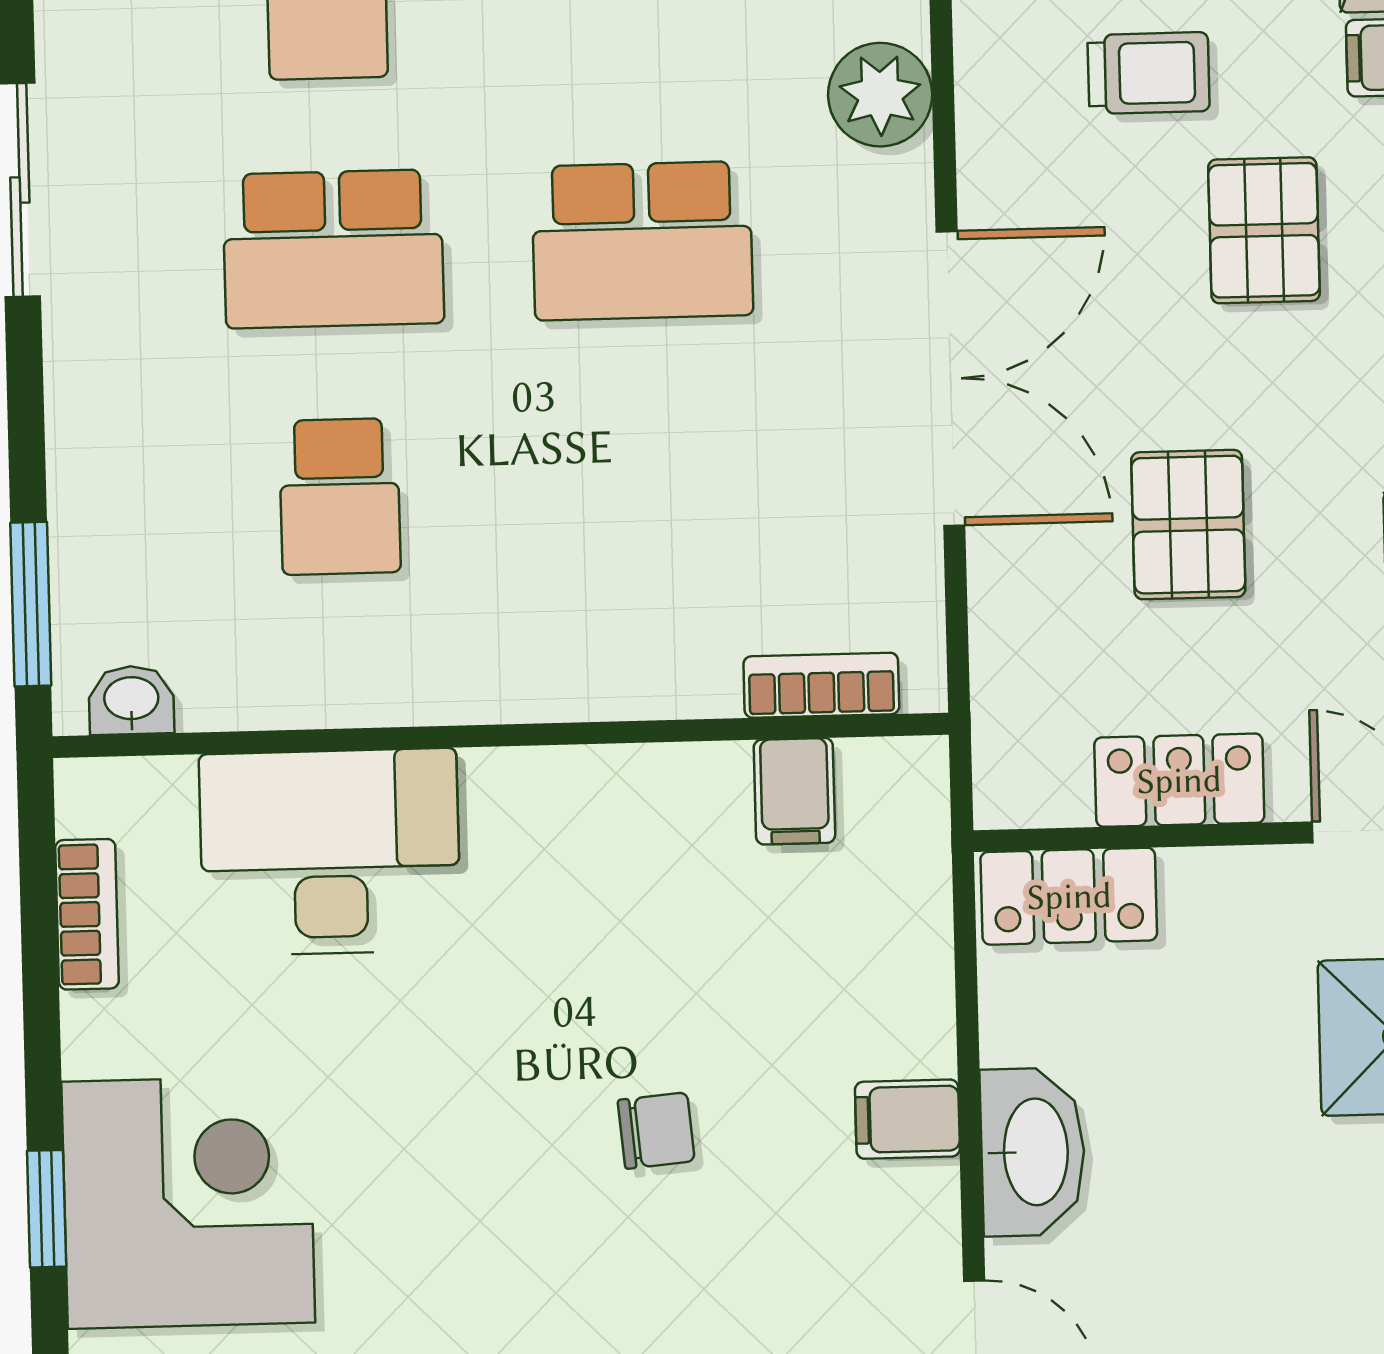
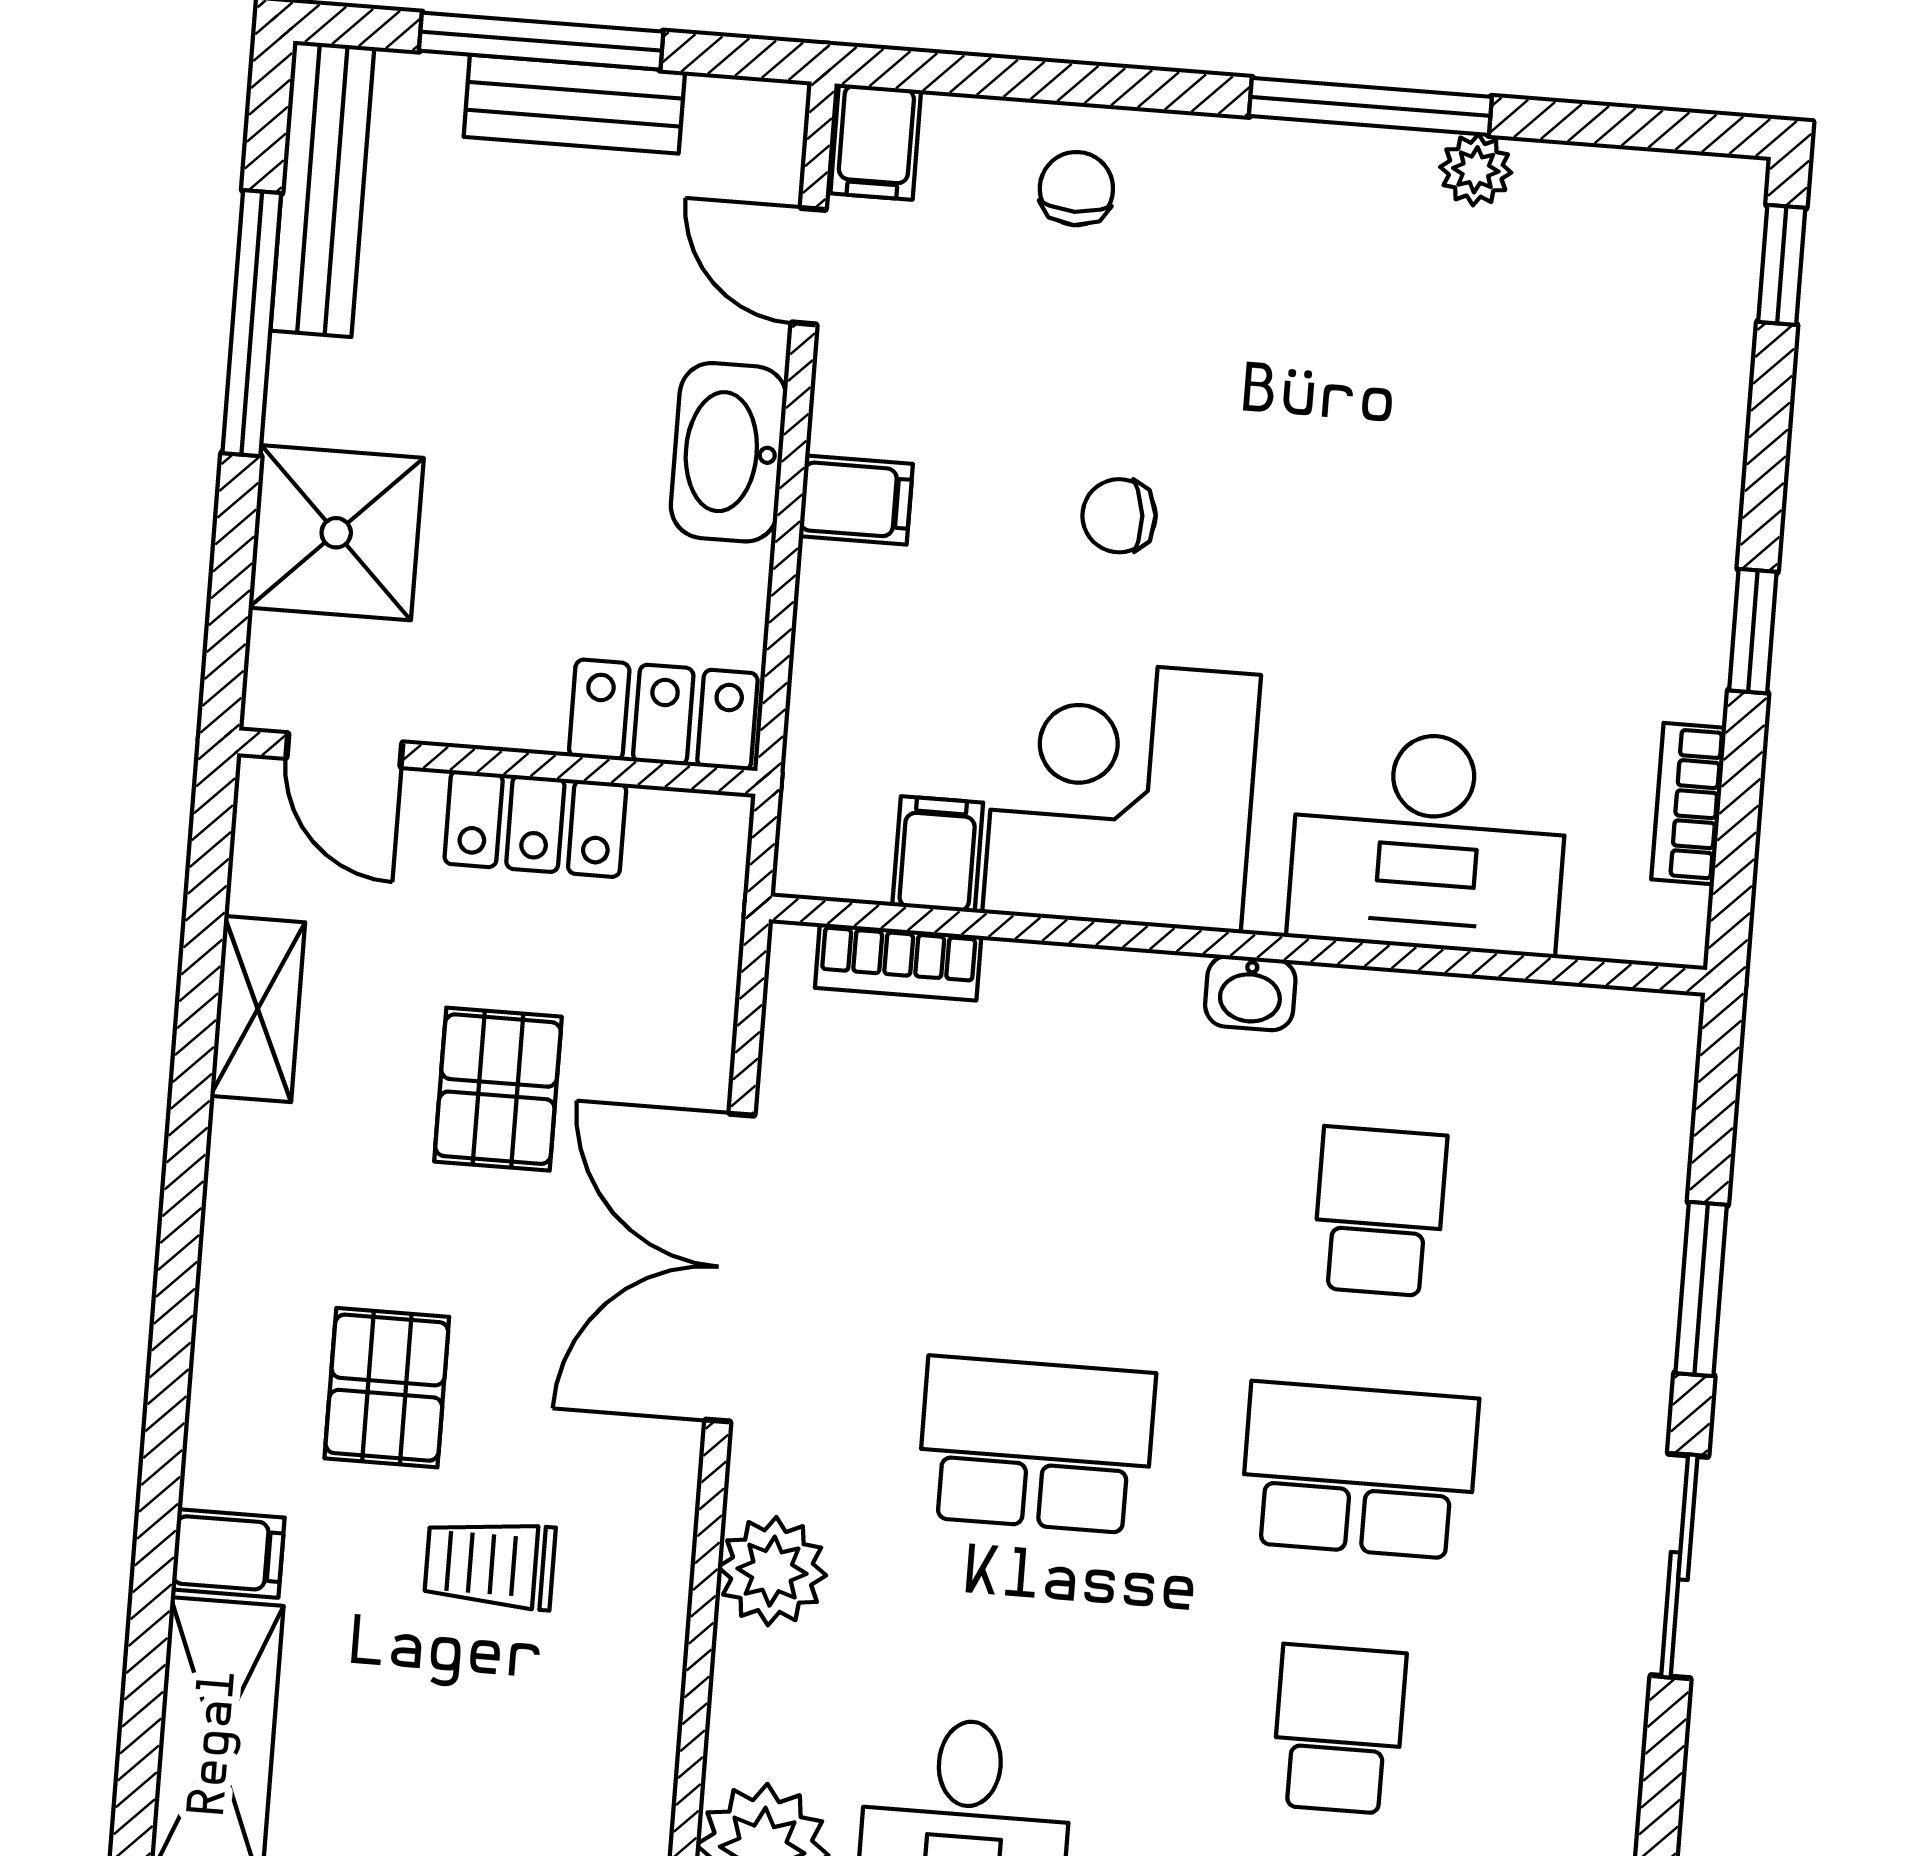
window: (31, 604) -> (1701, 1289), moved
washbasin: (131, 700) -> (1250, 993), moved
corner desk: (188, 1202) -> (1122, 794), moved, turned 90
window: (47, 1209) -> (1753, 631), moved

